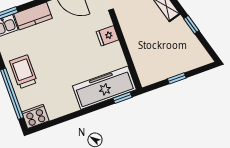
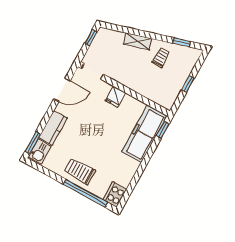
window: (191, 25) -> (182, 42), moved
trolley: (174, 37) -> (161, 57), added

